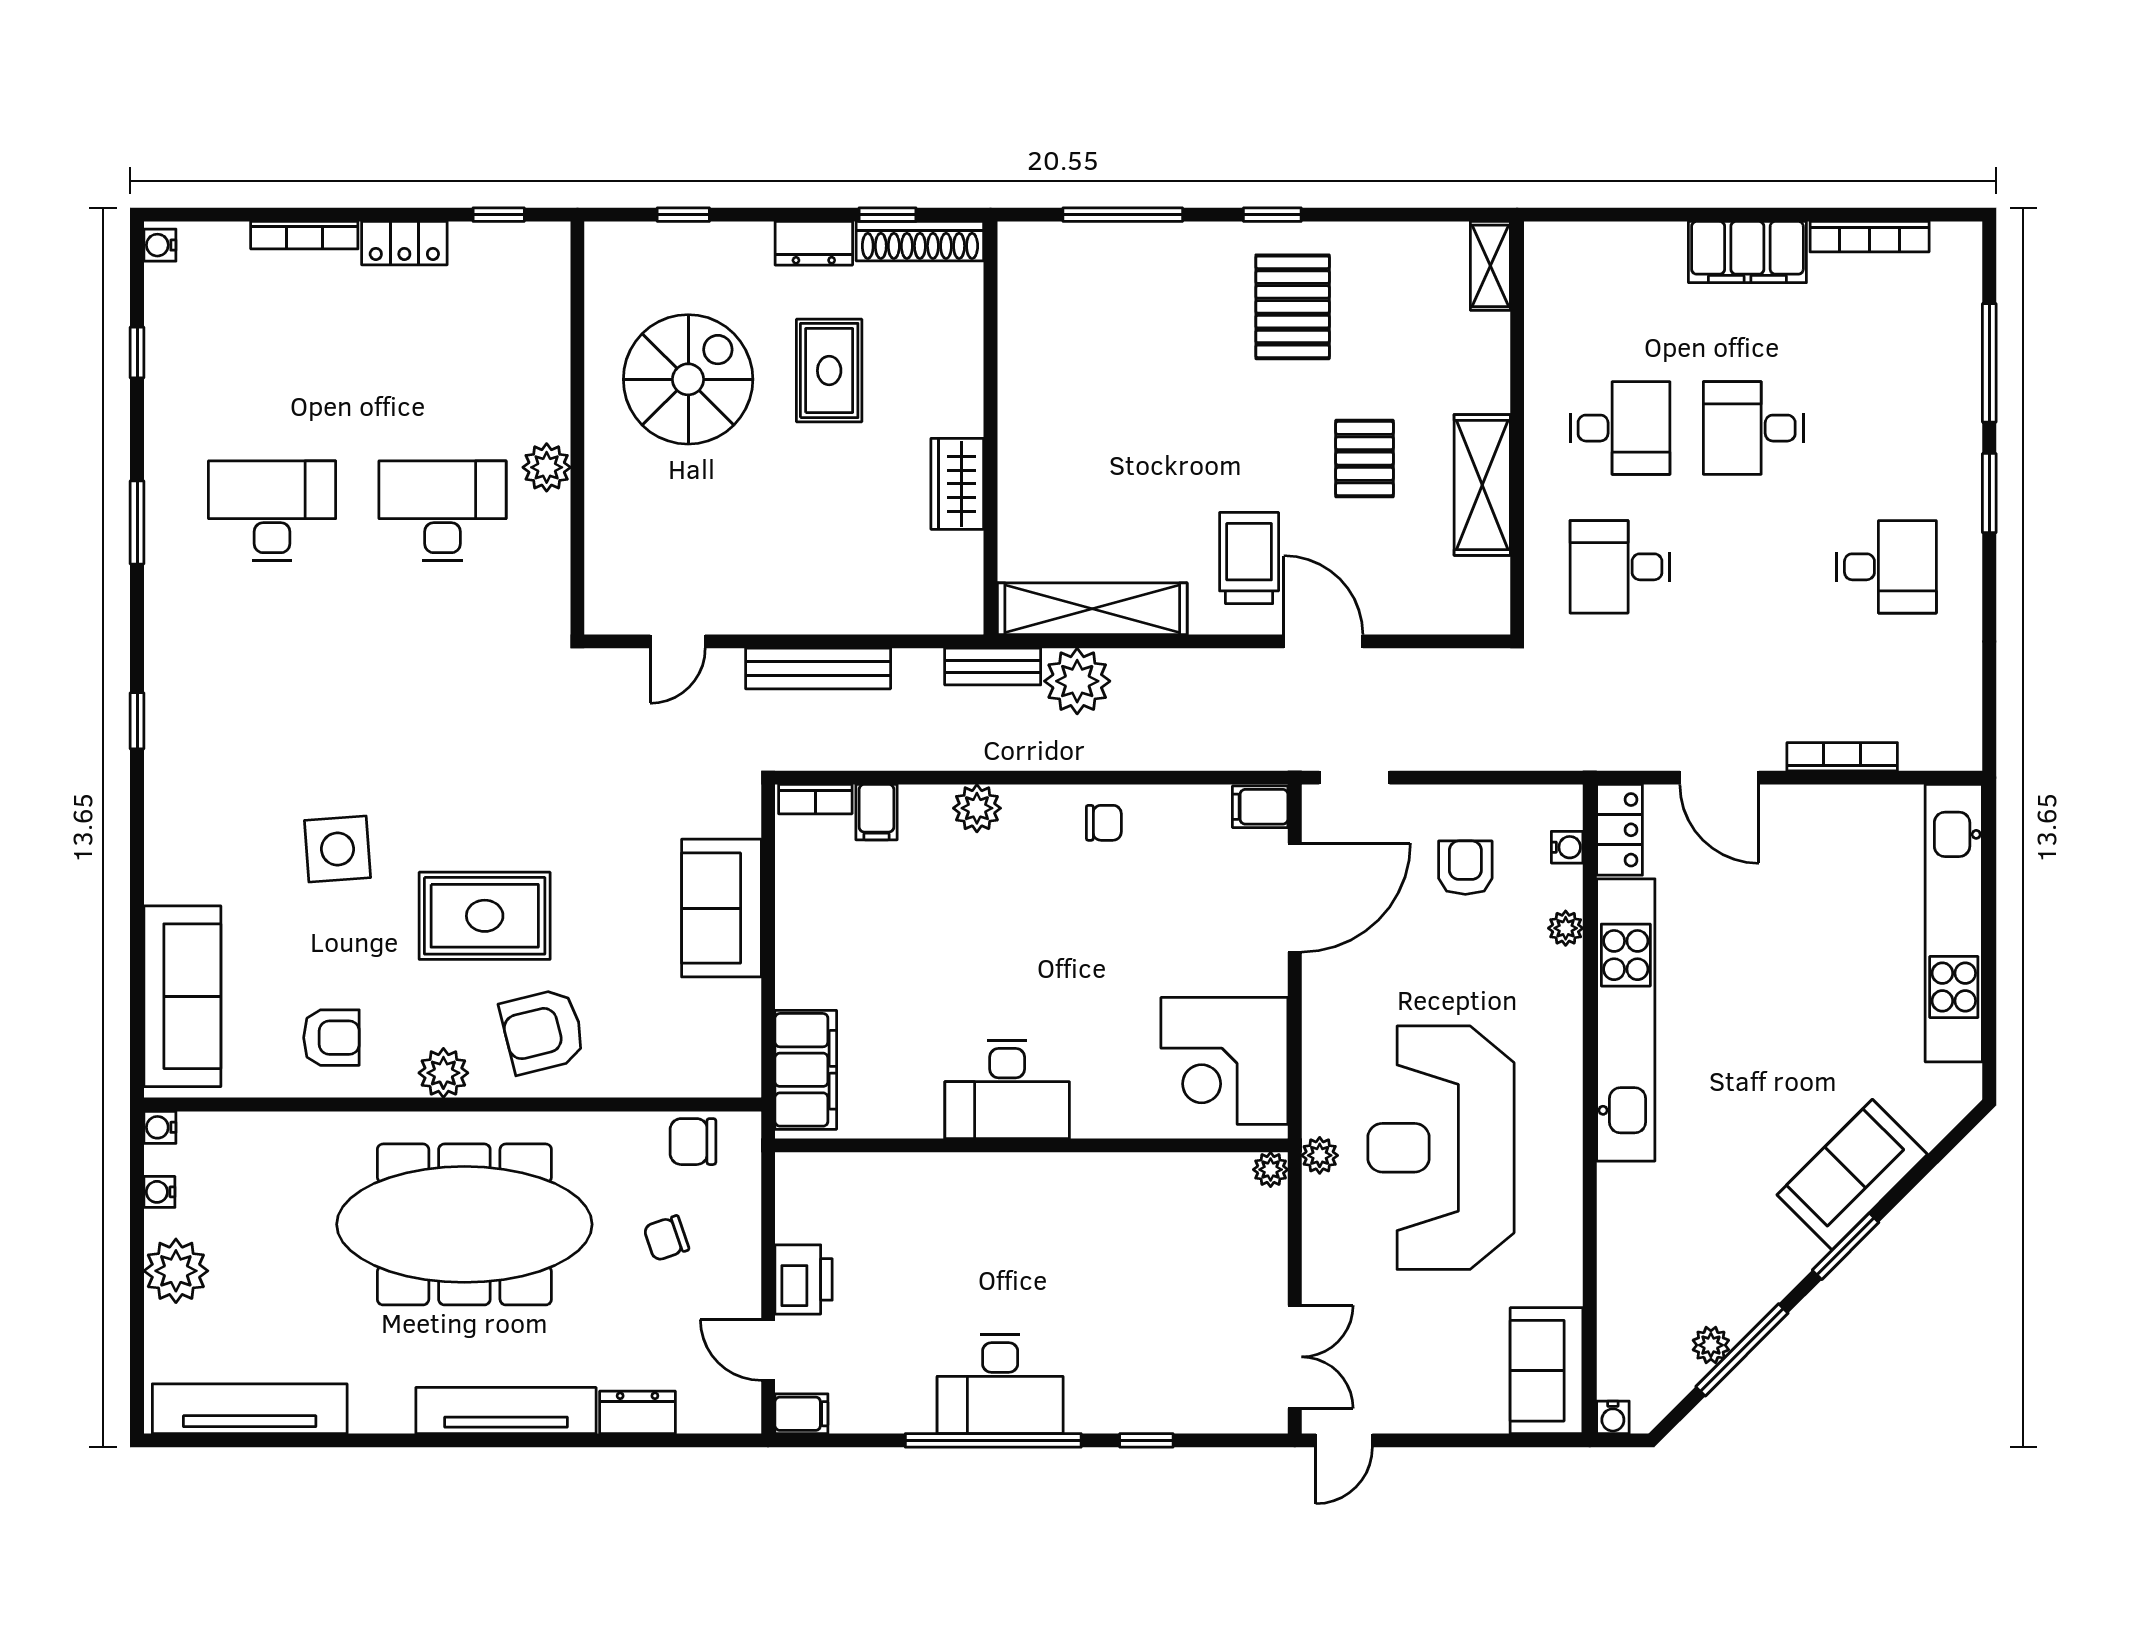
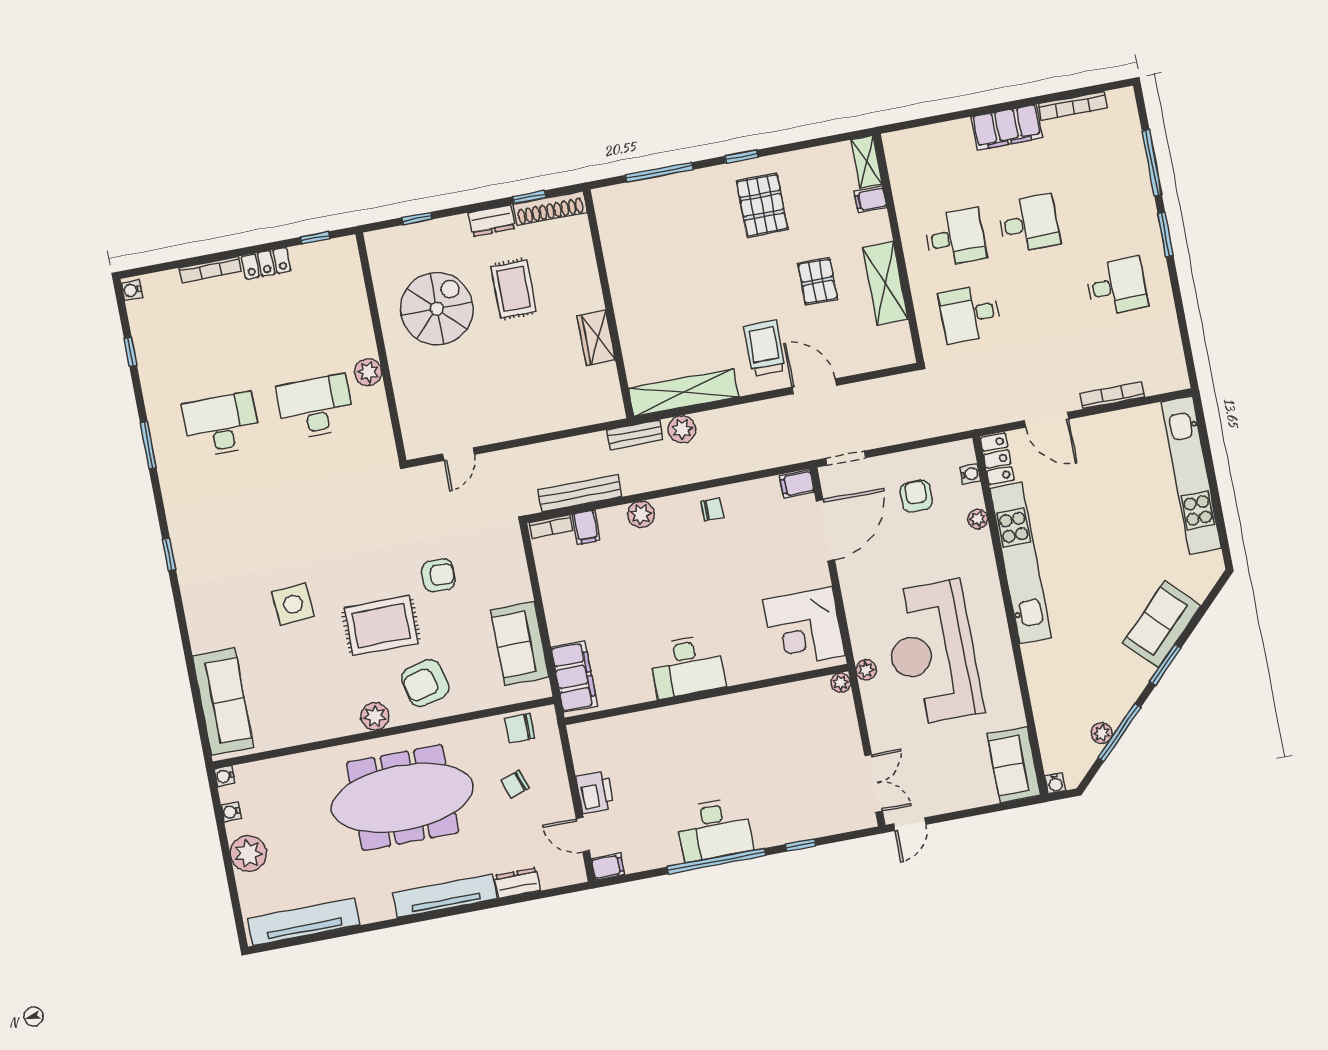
filing cabinet: (1484, 333) -> (871, 200), added
desk: (1753, 428) -> (1029, 224), turned 180
bench: (818, 669) -> (580, 493), moved
plant: (1077, 681) -> (682, 429), width x0.73, depth x0.73
sofa: (721, 908) -> (520, 643), moved
armchair: (331, 1038) -> (438, 575), moved

